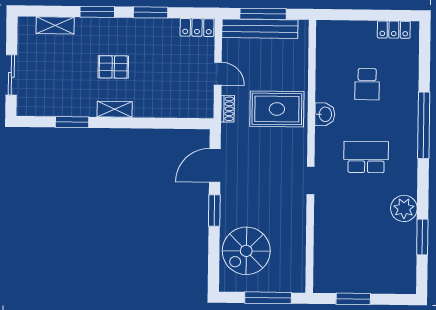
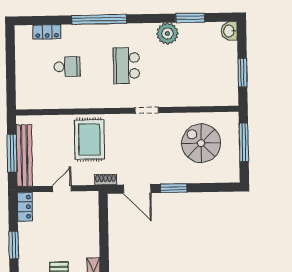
locker: (394, 30) -> (47, 32), moved, turned 90
shoe rack: (228, 109) -> (106, 180), moved
washbasin: (325, 114) -> (229, 31), moved, turned -90
spiral stairs: (246, 251) -> (201, 143), moved, turned 180

